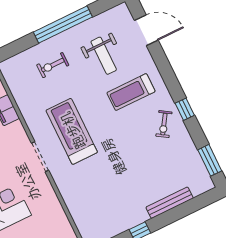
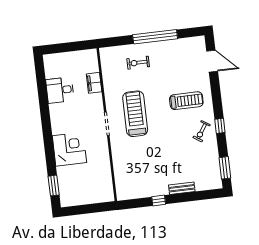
weight bench: (104, 56) -> (176, 69), removed
treadmill: (131, 92) -> (186, 101), turned 180
bench: (170, 203) -> (182, 188), width x0.73

